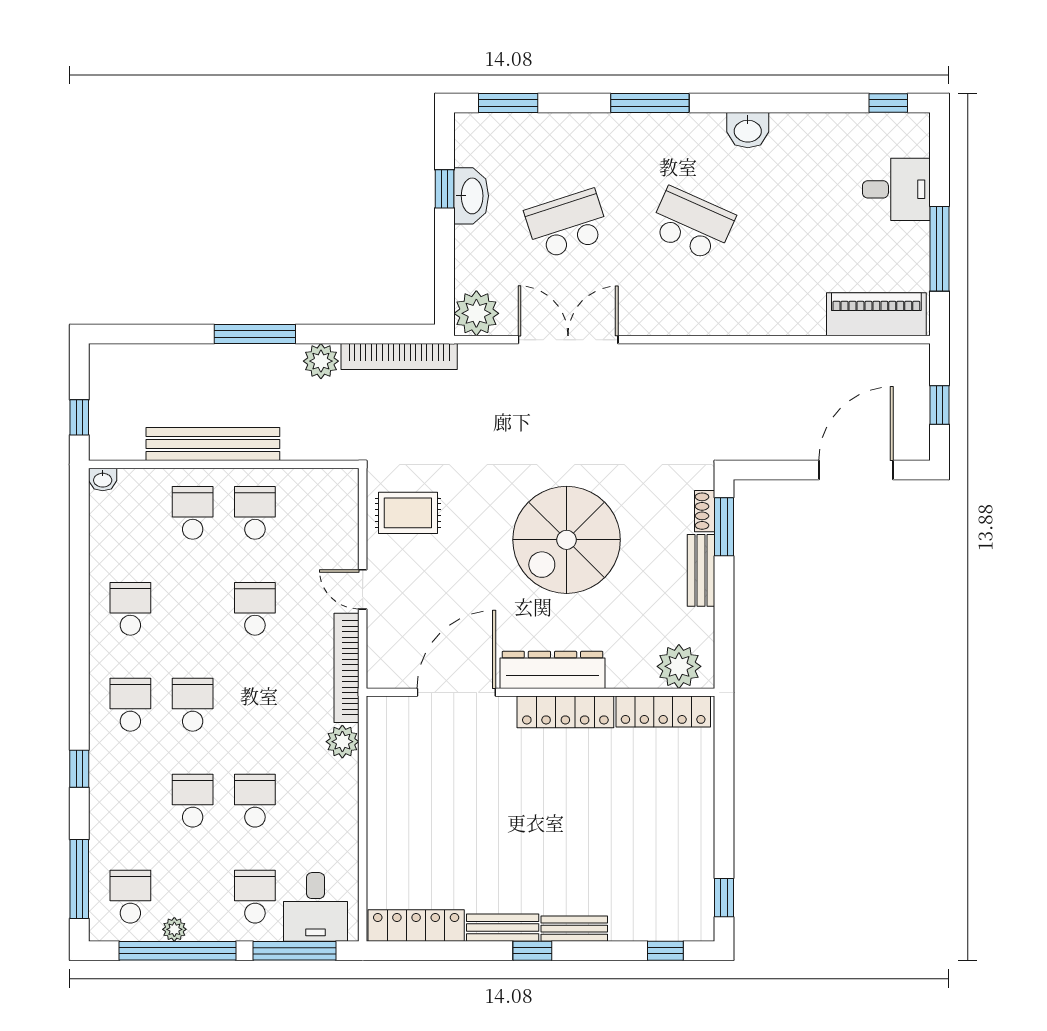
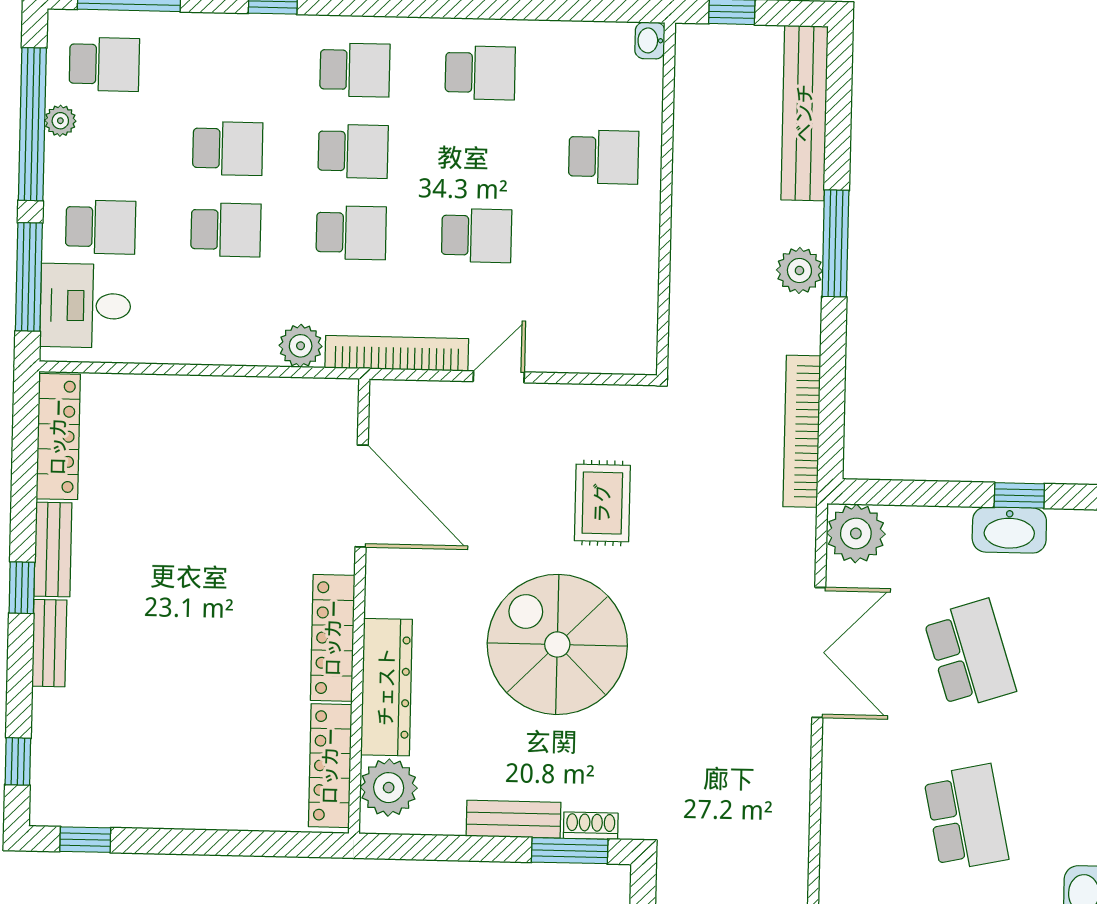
school desk: (692, 224) -> (966, 818), turned -36
plant: (321, 361) -> (799, 270), moved
bench: (213, 444) -> (804, 113), moved
school desk: (255, 513) -> (351, 233), moved
rug: (408, 513) -> (602, 503), moved
dresser: (552, 670) -> (386, 687), moved

